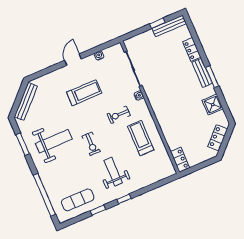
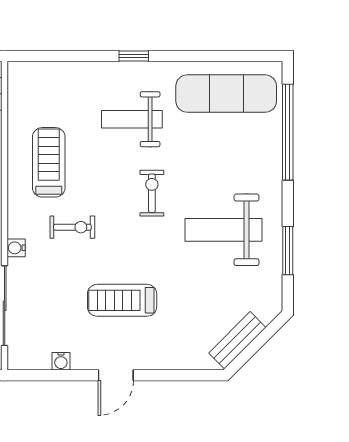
bench: (26, 101) -> (237, 340), width x0.73
treadmill: (141, 138) -> (49, 162), turned 180
weight bench: (113, 172) -> (132, 119), turned 90
exercise mat: (78, 200) -> (226, 94), width x1.36, depth x1.45
window: (98, 210) -> (195, 56), removed

